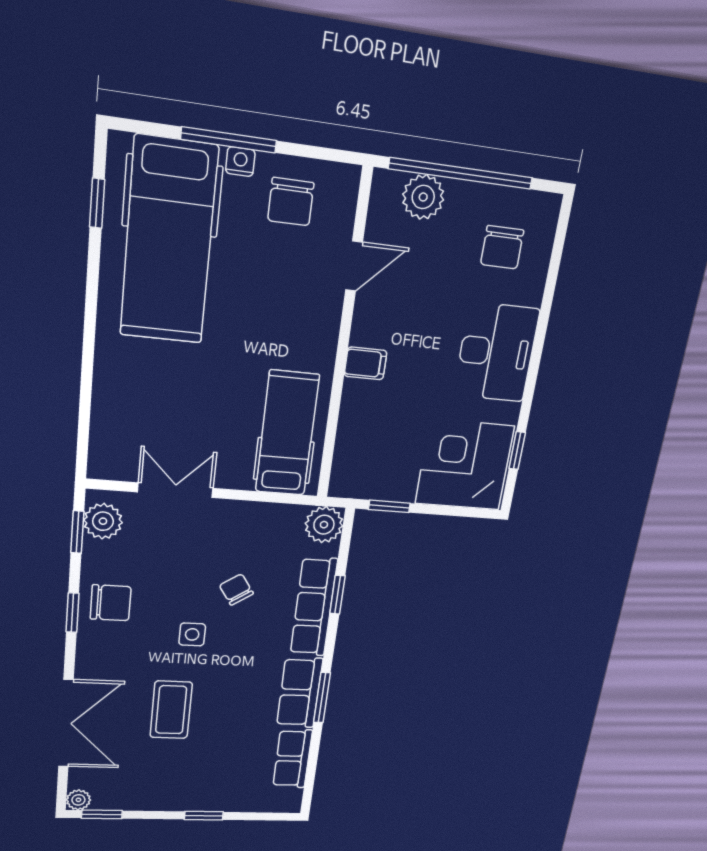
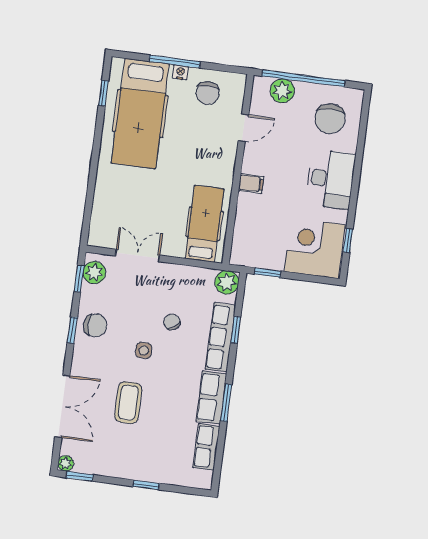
chair: (502, 247) -> (330, 119), width x1.37, depth x1.37

